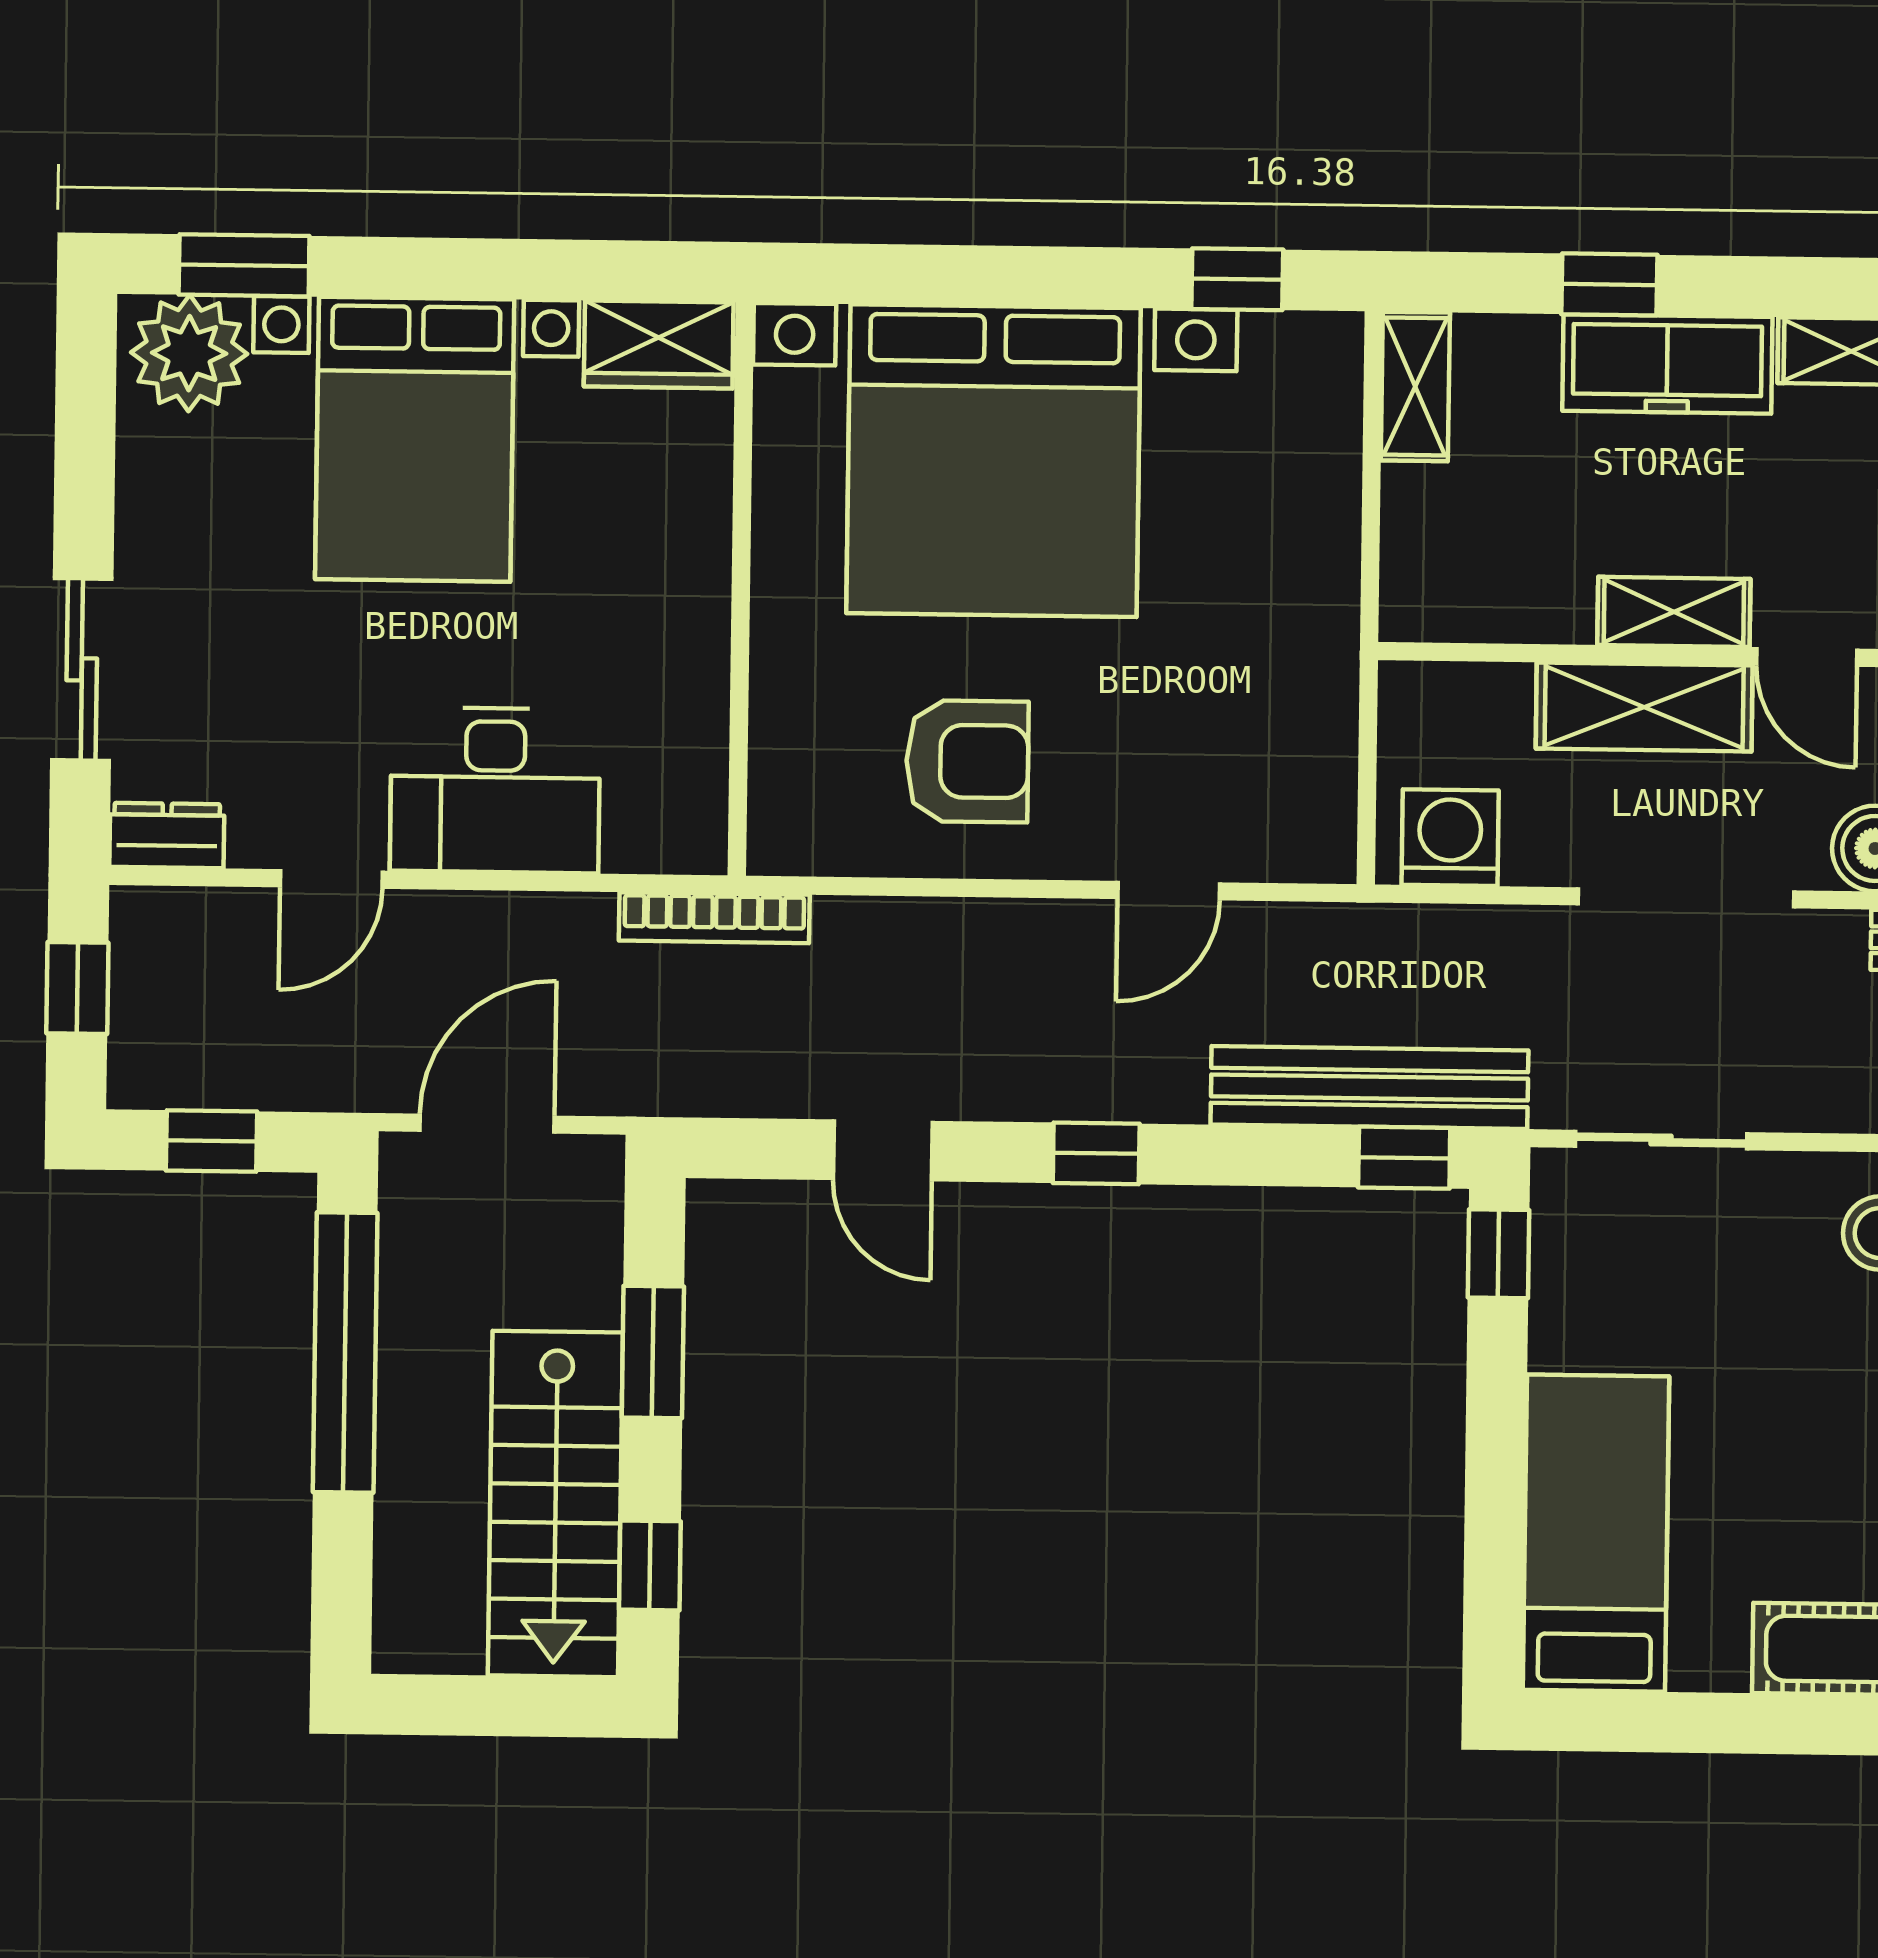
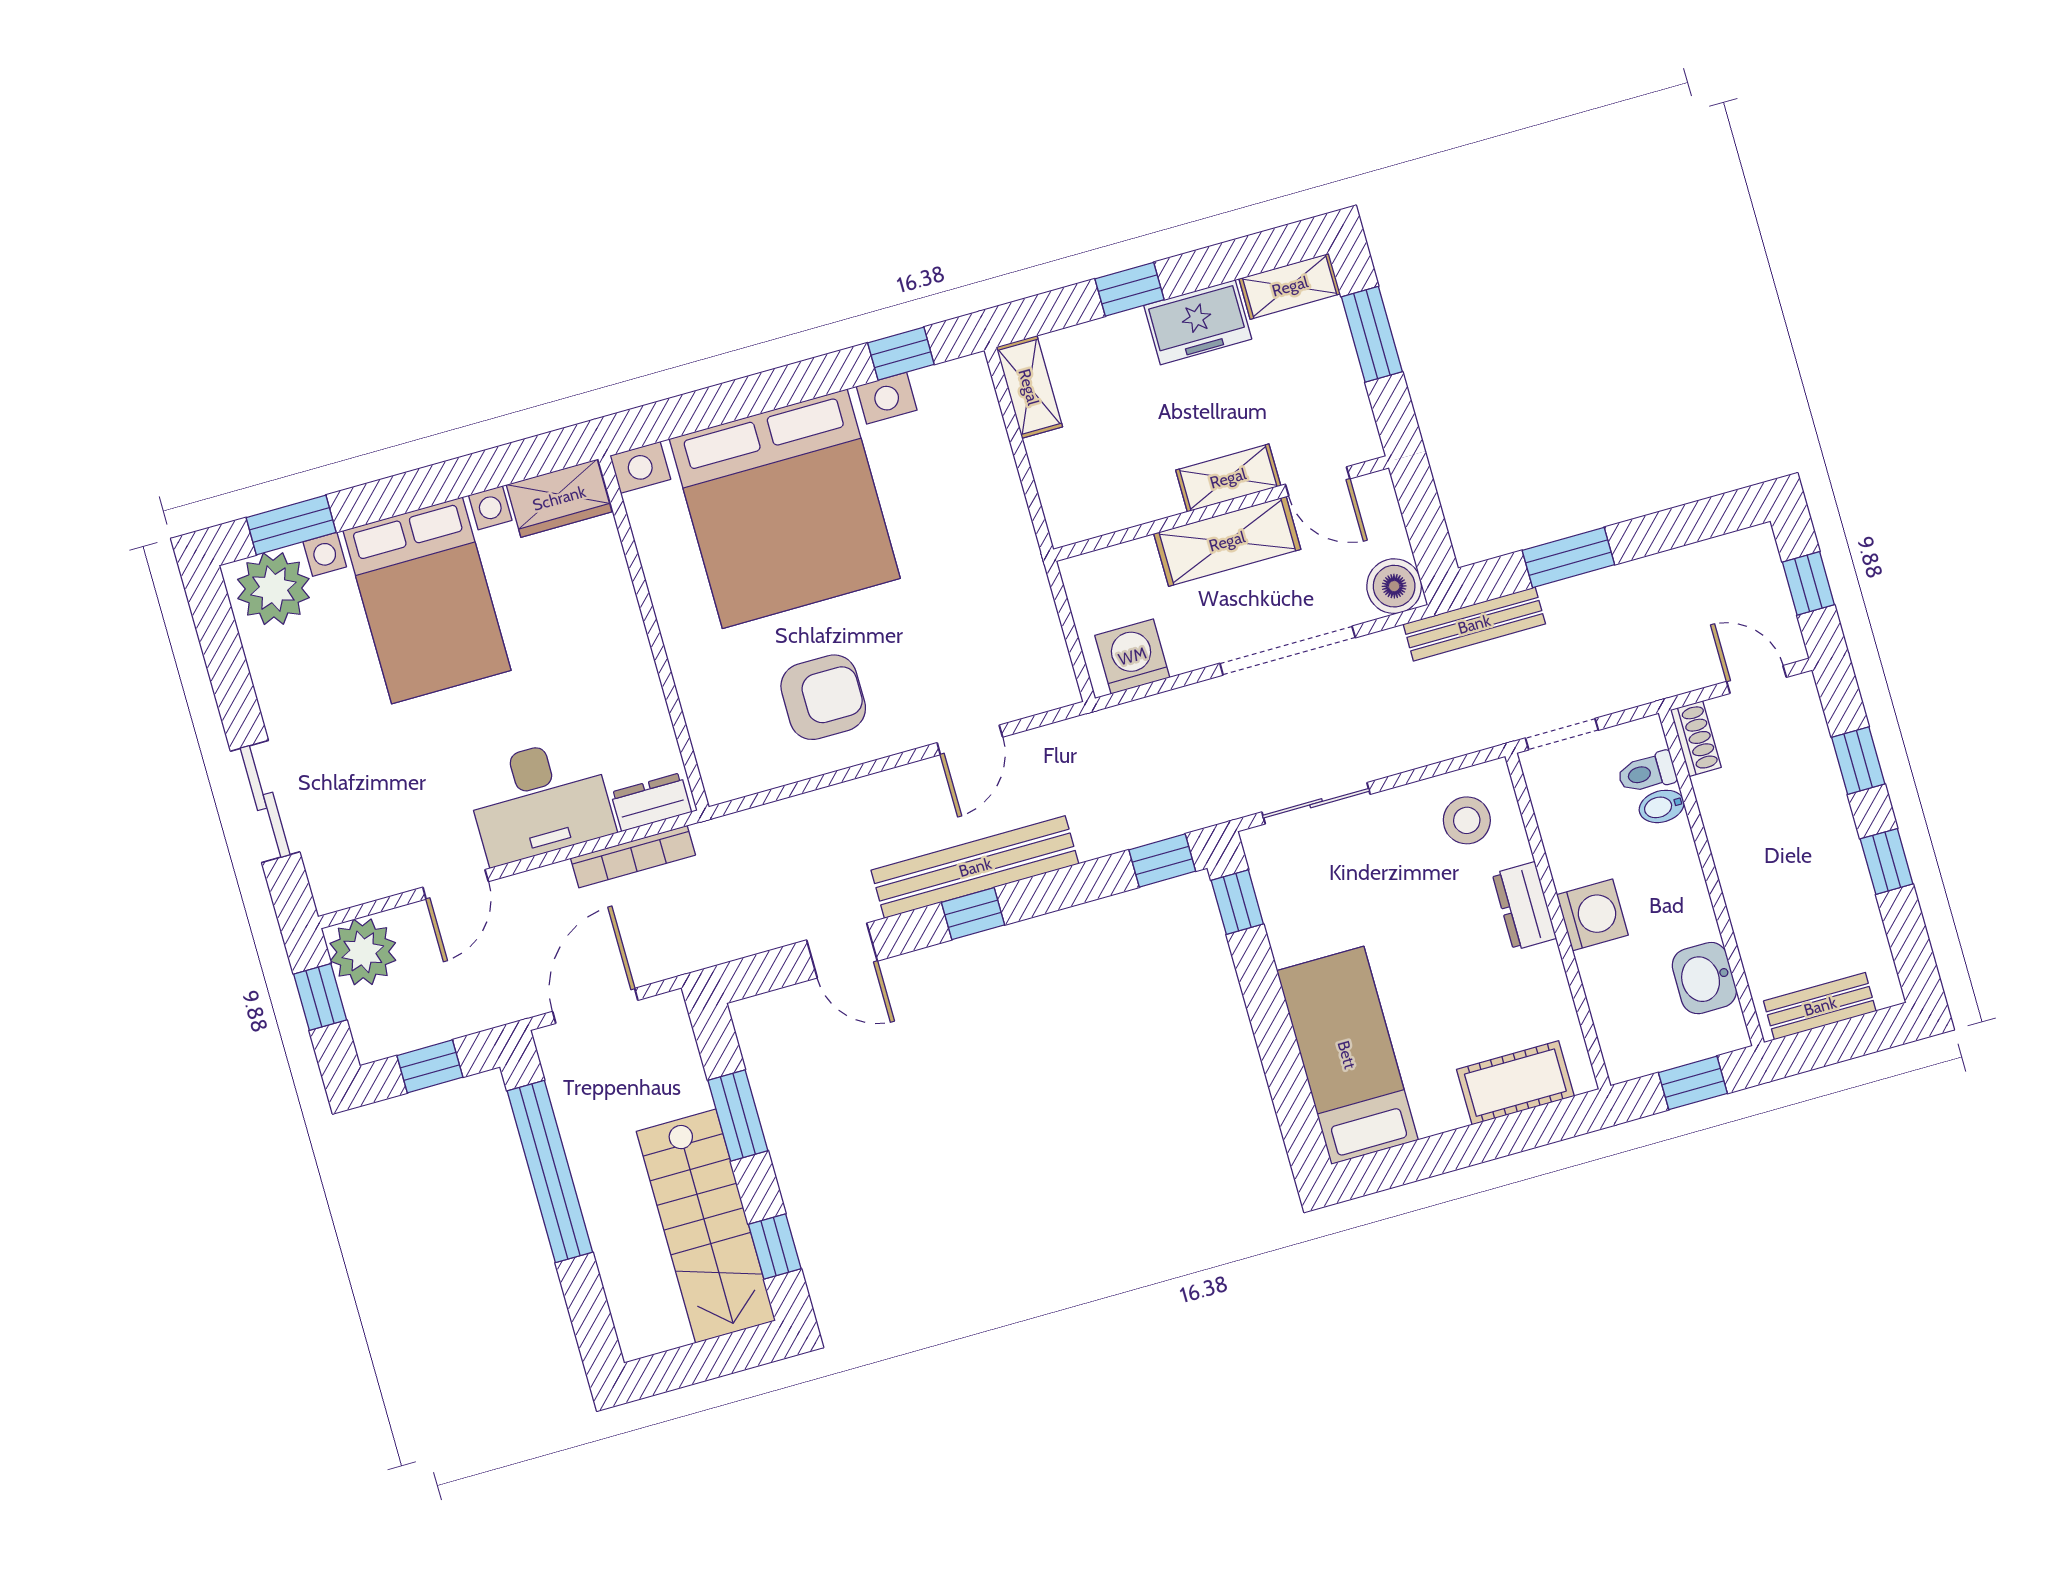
freezer: (1667, 364) -> (1198, 322), width x0.71
dresser: (167, 835) -> (651, 802), moved
bookcase: (714, 918) -> (633, 857), moved
plant: (162, 939) -> (363, 952), added
bench: (1369, 1088) -> (975, 867), moved

